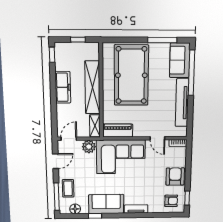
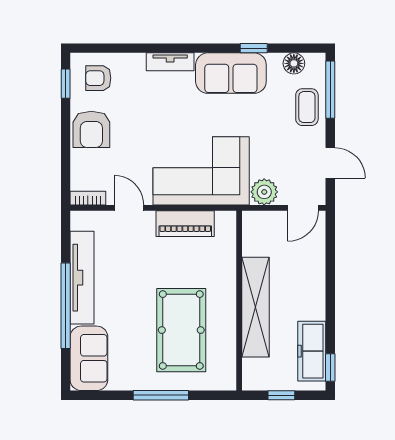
window: (162, 40) -> (161, 395), moved
window: (192, 73) -> (66, 306), moved
pool table: (131, 75) -> (181, 330), width x0.73, depth x0.76
freezer: (63, 87) -> (312, 351), moved
shelving: (95, 126) -> (252, 233), removed
piano: (118, 130) -> (185, 224), moved
door: (55, 161) -> (330, 163), swing flipped

